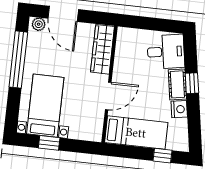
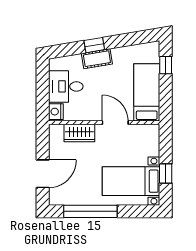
plant: (39, 24) -> (55, 196), removed
wardrobe: (102, 49) -> (79, 133), width x0.67
desk: (166, 52) -> (66, 86), moved, turned -81
nightstand: (179, 109) -> (56, 112), moved, turned -81

